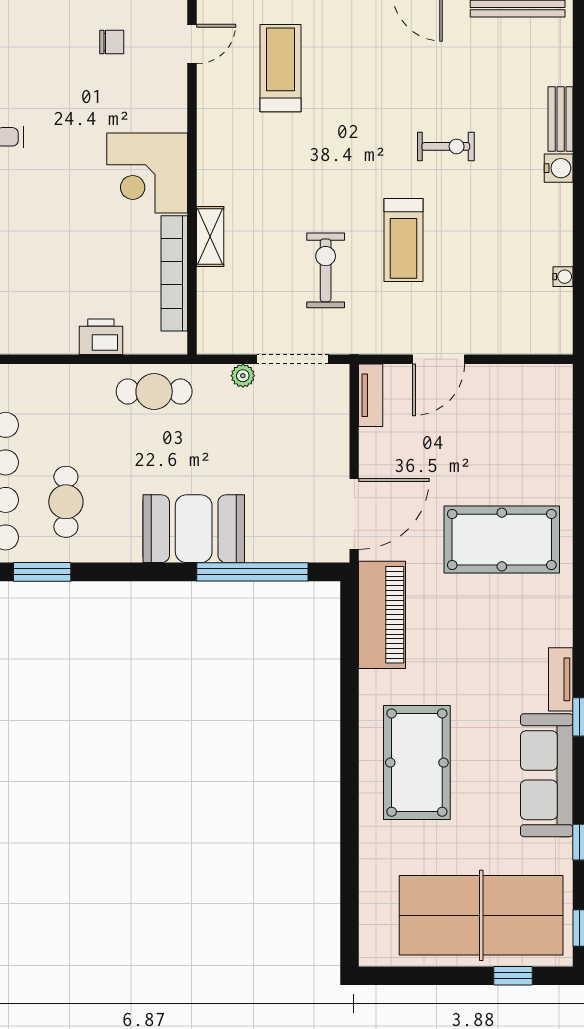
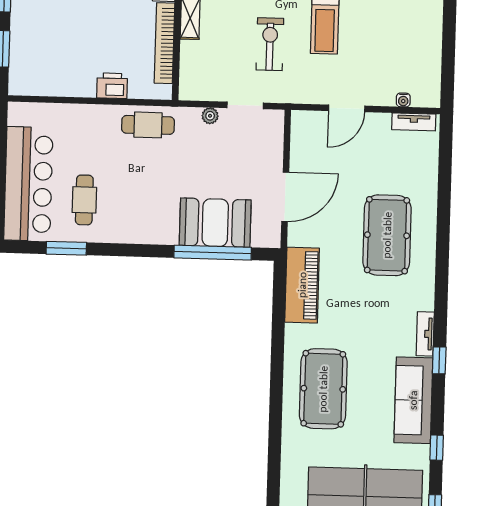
water cooler: (563, 277) -> (403, 100), moved, turned 90
doorway: (293, 359) -> (245, 105), width x0.73
tv unit: (371, 395) -> (414, 122), moved, turned 90
door: (354, 514) -> (285, 197), moved
booth: (194, 529) -> (215, 223), moved
pool table: (502, 540) -> (387, 235), turned 90

